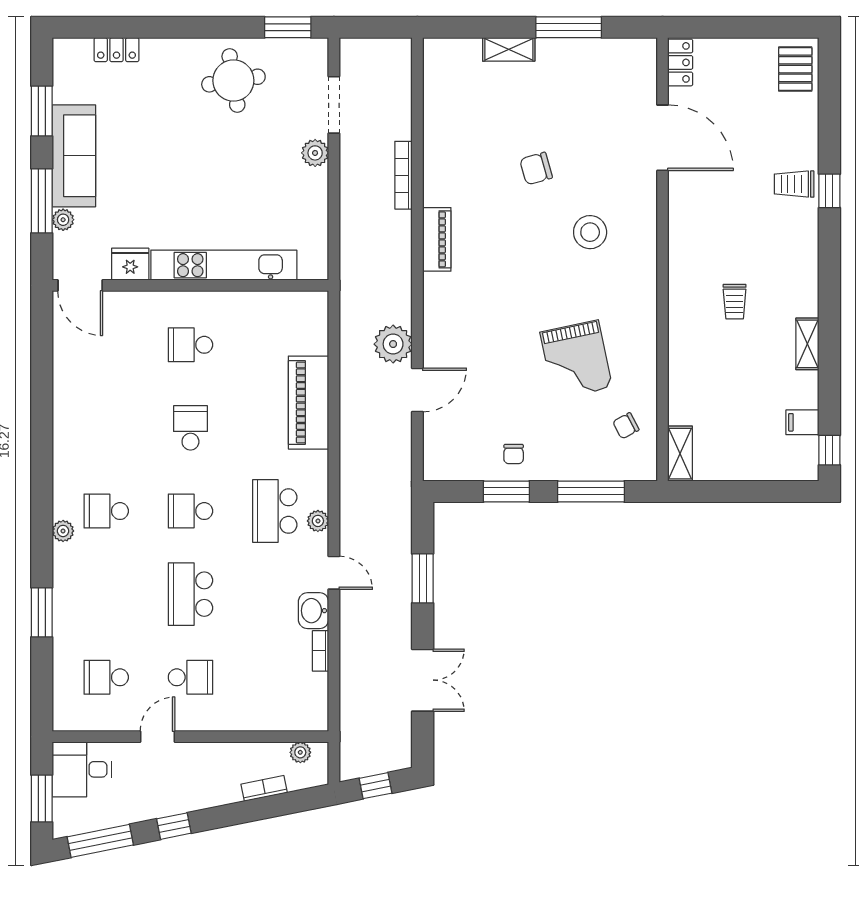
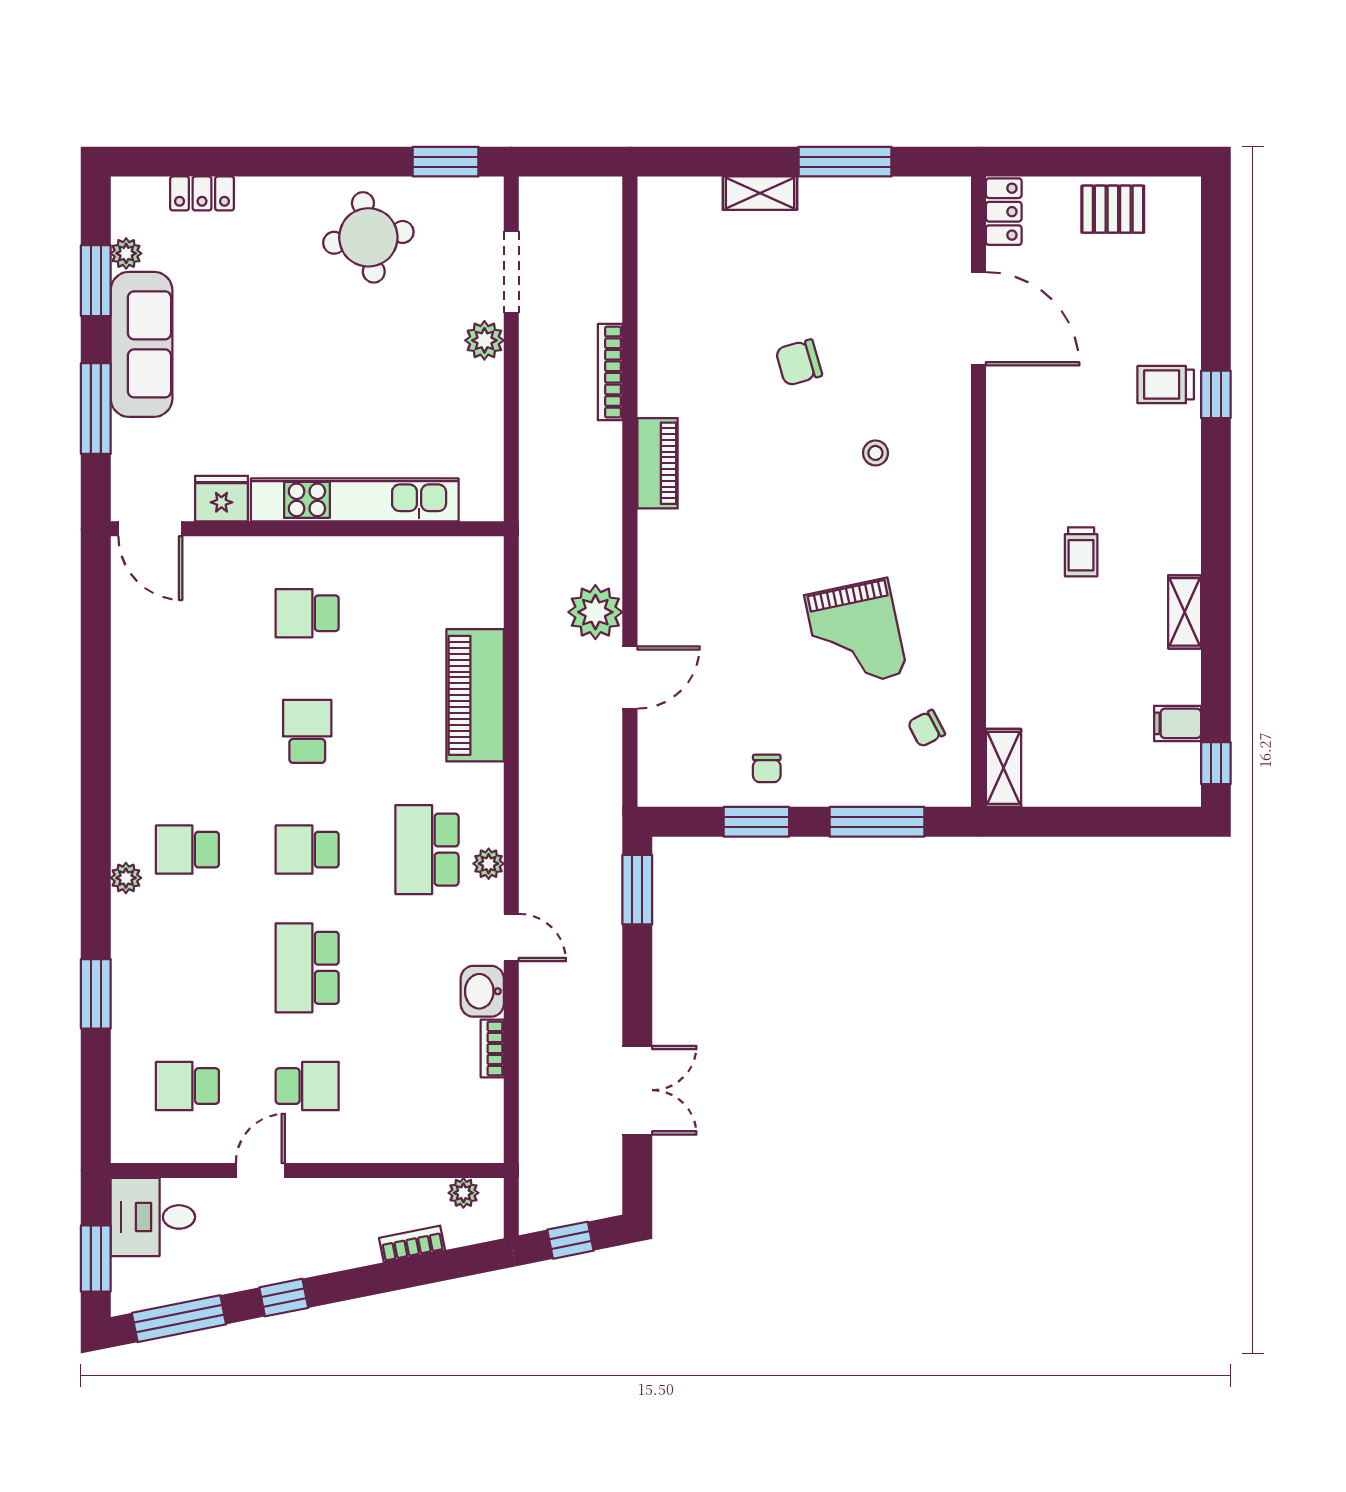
pallet: (795, 69) -> (1113, 209), moved, turned 90
plant: (63, 220) -> (126, 253), moved
stool: (590, 232) -> (875, 453), width x0.53, depth x0.53
window: (423, 578) -> (637, 890), moved

